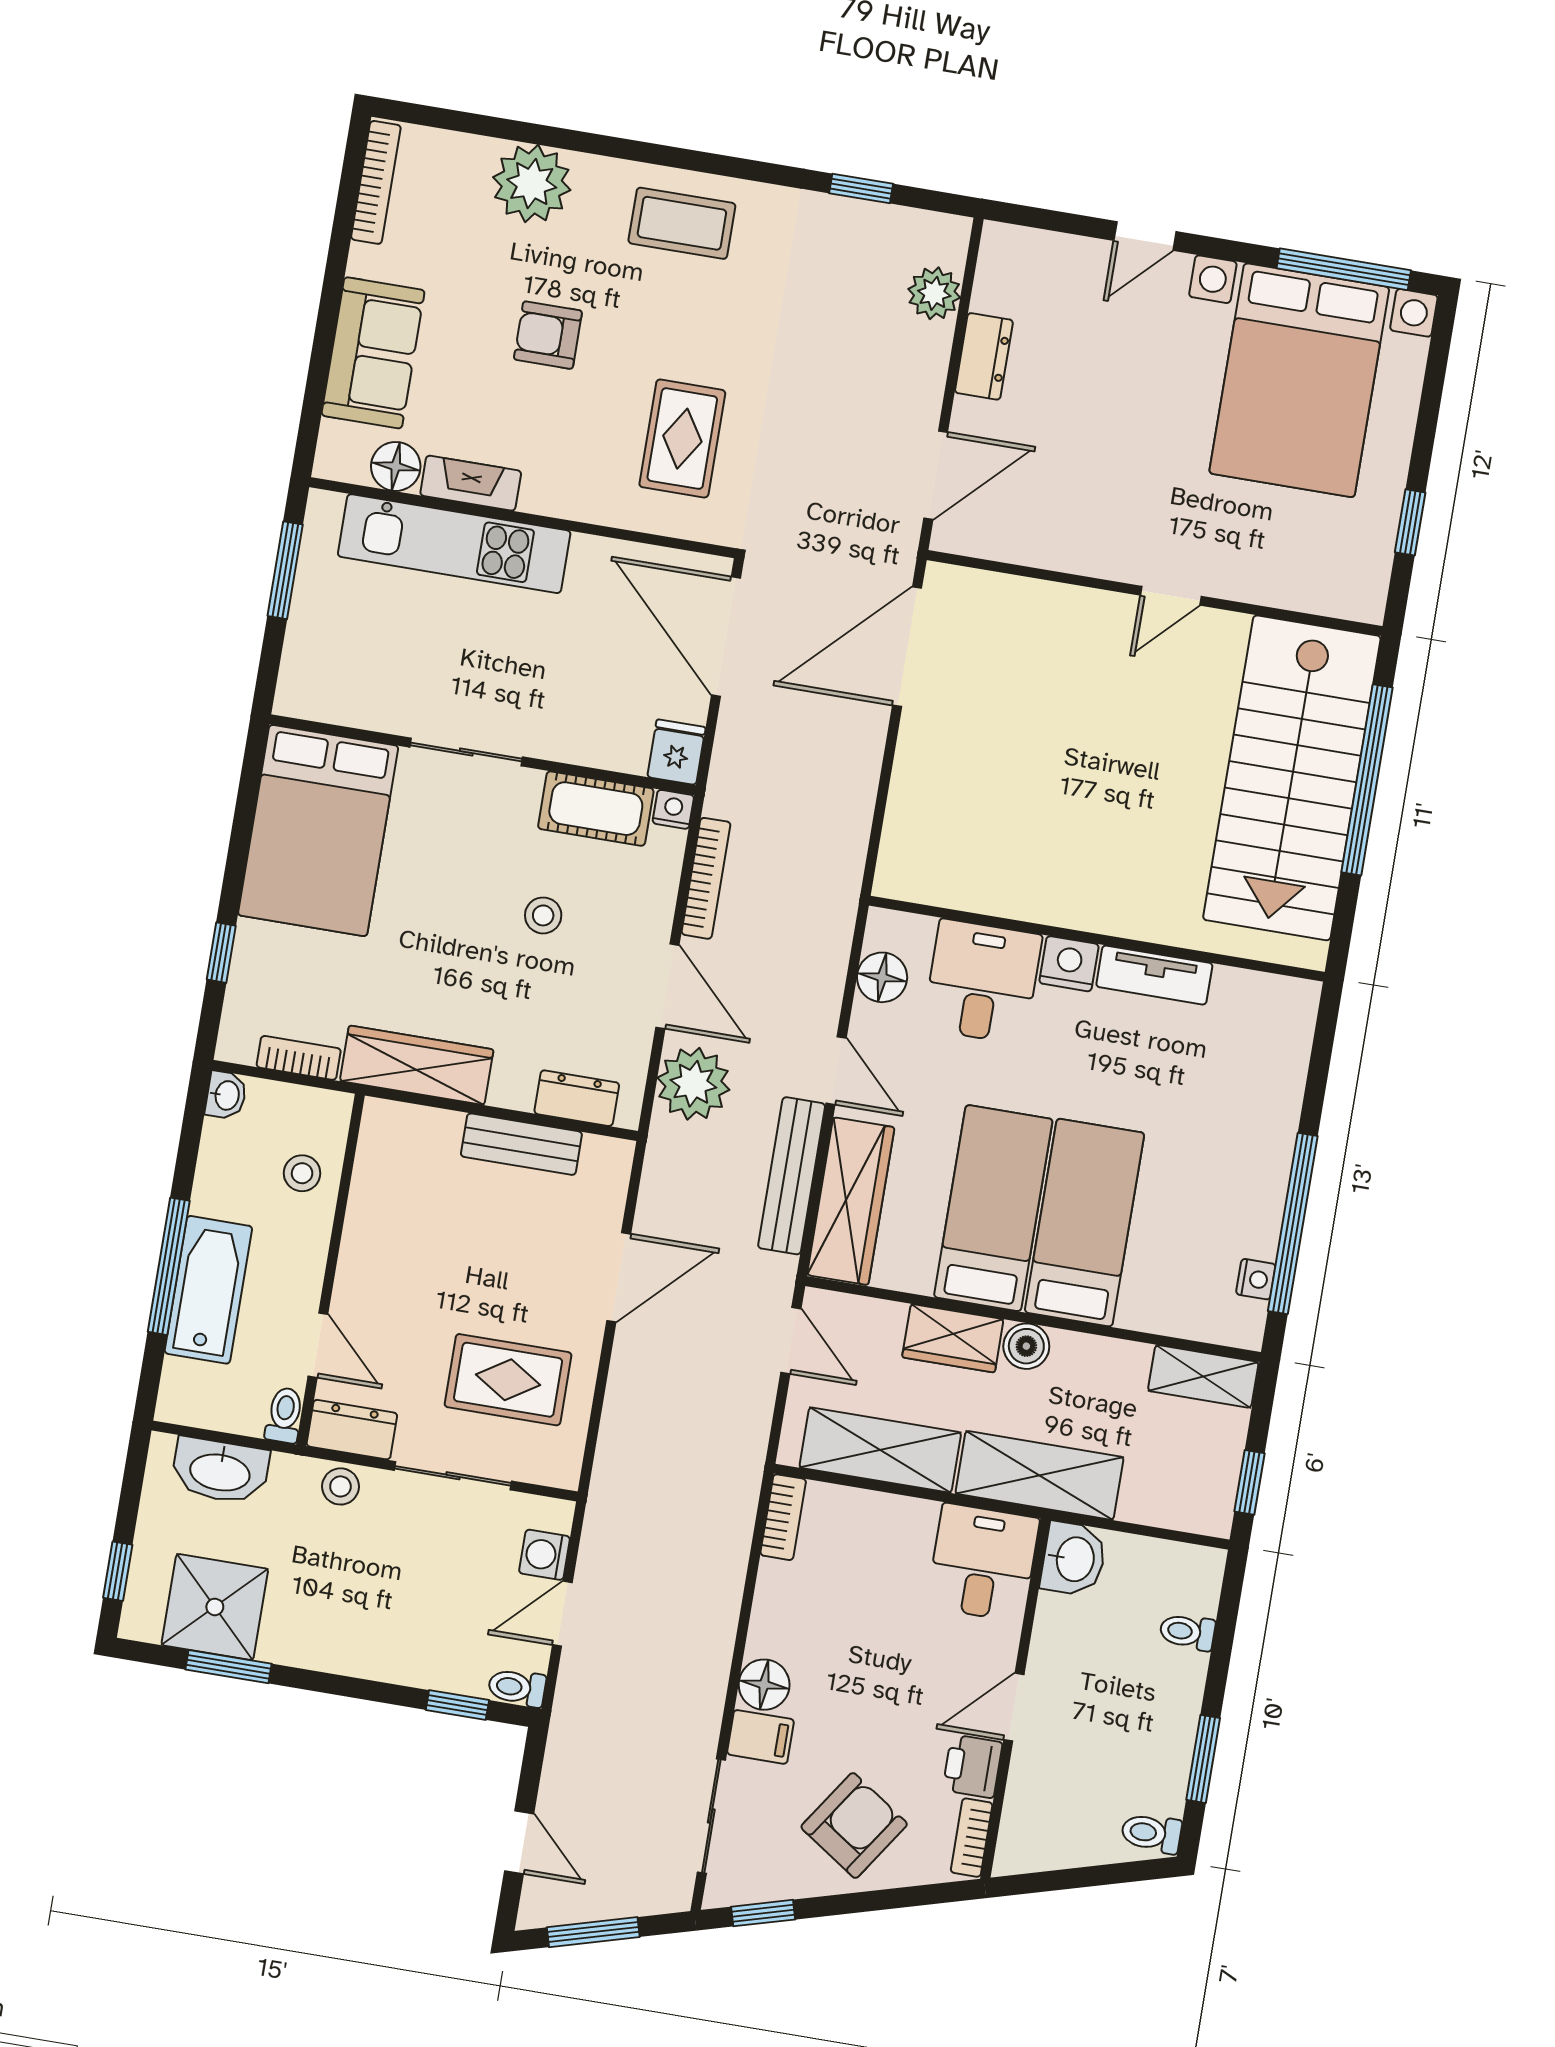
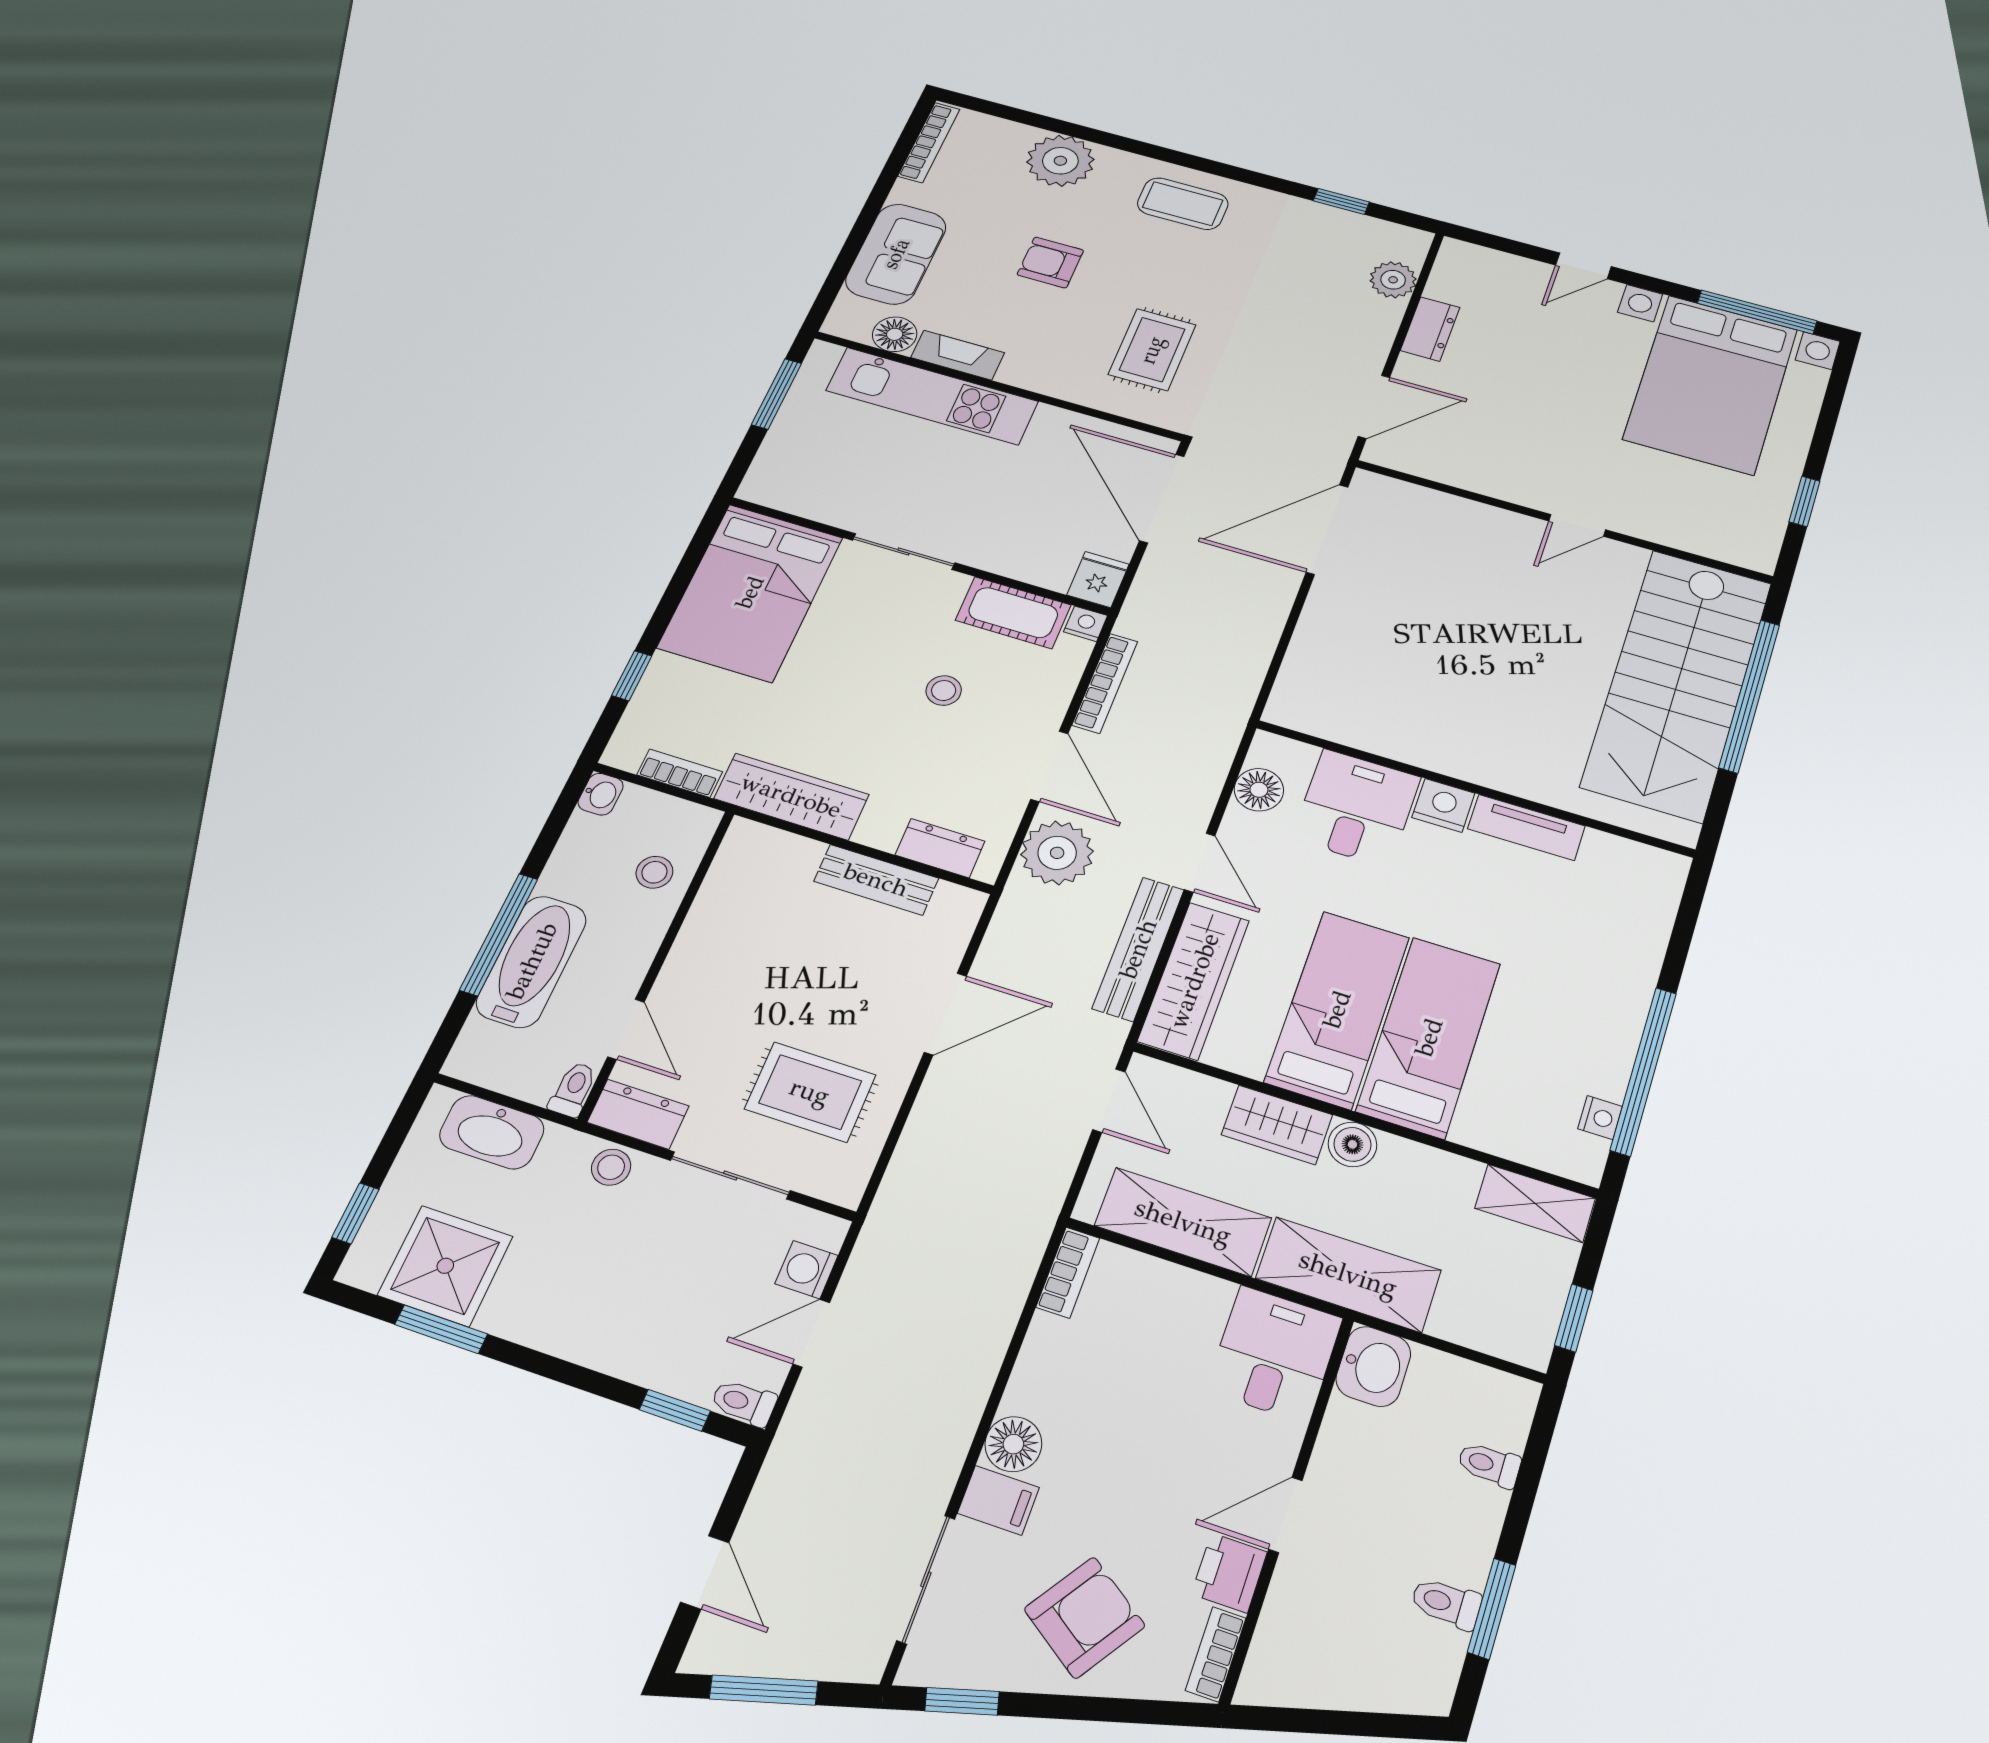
toilet: (1151, 1833) -> (1446, 1603), moved

